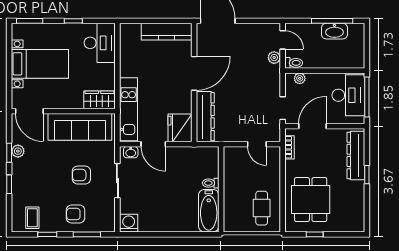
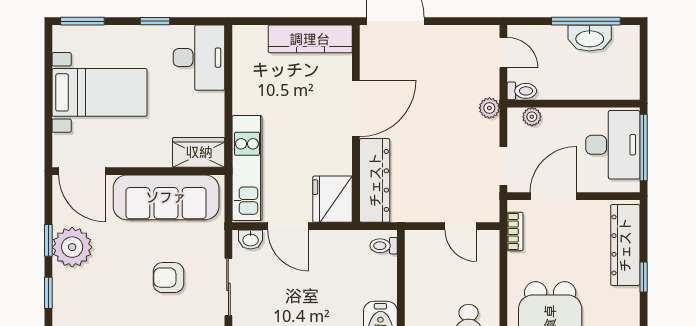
plant: (274, 58) -> (489, 108), moved
plant: (18, 151) -> (72, 247), width x1.88, depth x1.88
toilet: (211, 183) -> (384, 246), moved

